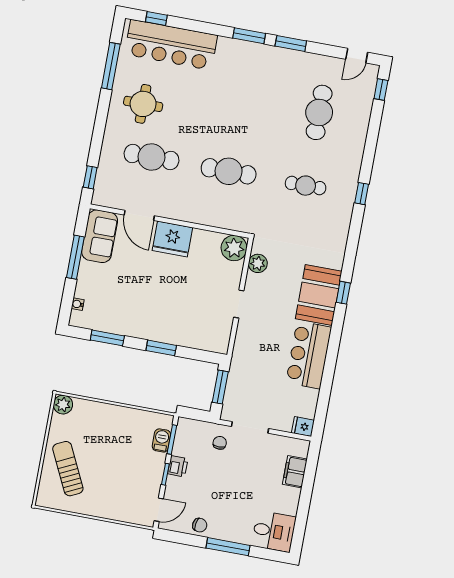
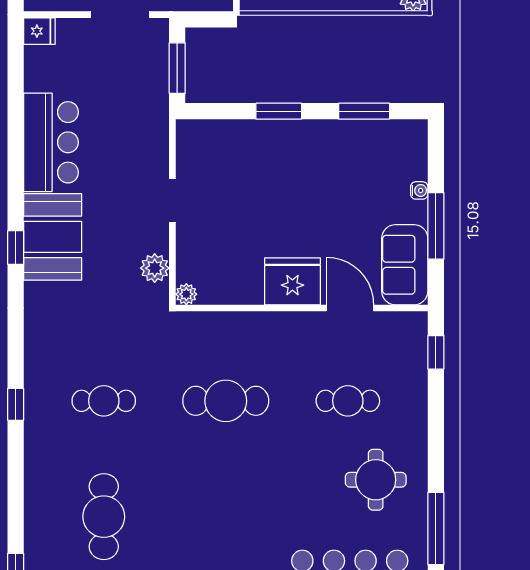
cafe table: (151, 157) -> (348, 401), width x0.73, depth x0.74
plant: (234, 248) -> (186, 294), width x0.53, depth x0.53
water cooler: (78, 304) -> (419, 190), moved

